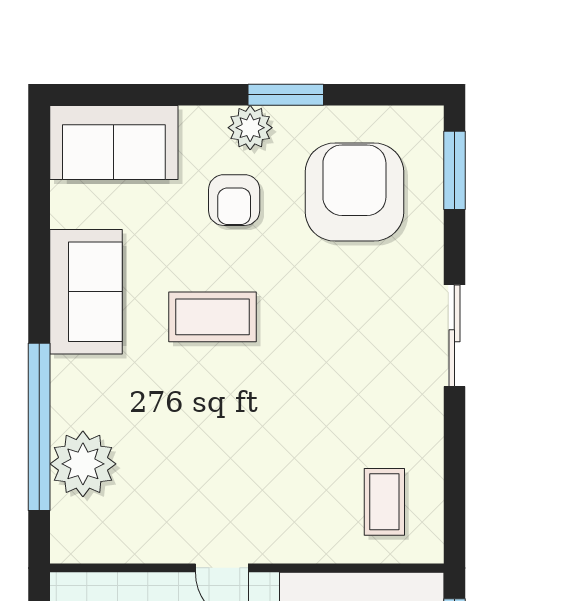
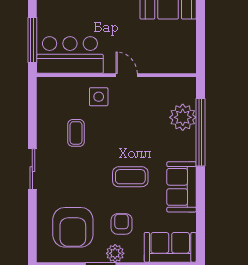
window: (454, 170) -> (32, 236), removed
coffee table: (384, 502) -> (76, 133), moved
side table: (291, 515) -> (99, 97), added

